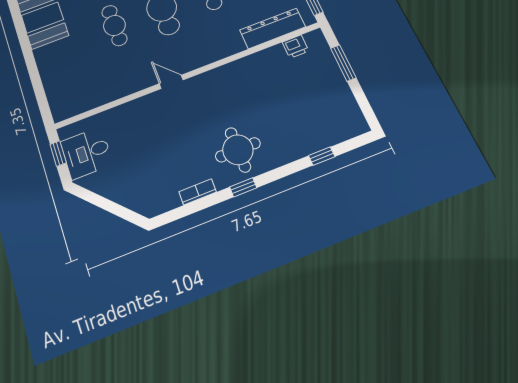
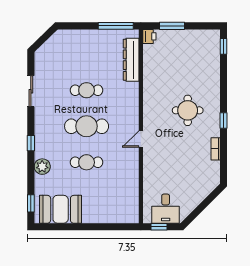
printer: (296, 47) -> (149, 36), moved
round table: (238, 150) -> (188, 110), moved
window: (322, 156) -> (224, 46), moved

